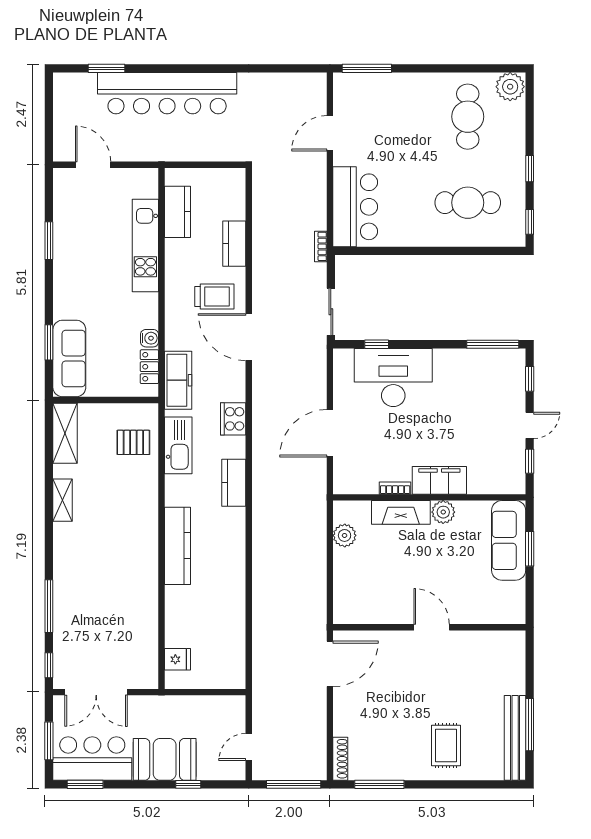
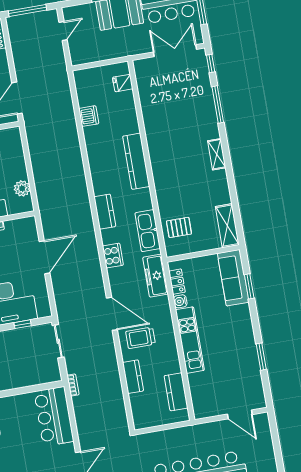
kitchen unit: (145, 245) -> (190, 340), moved
shelving: (63, 500) -> (217, 154), moved
dishwasher: (233, 621) -> (89, 116), added

